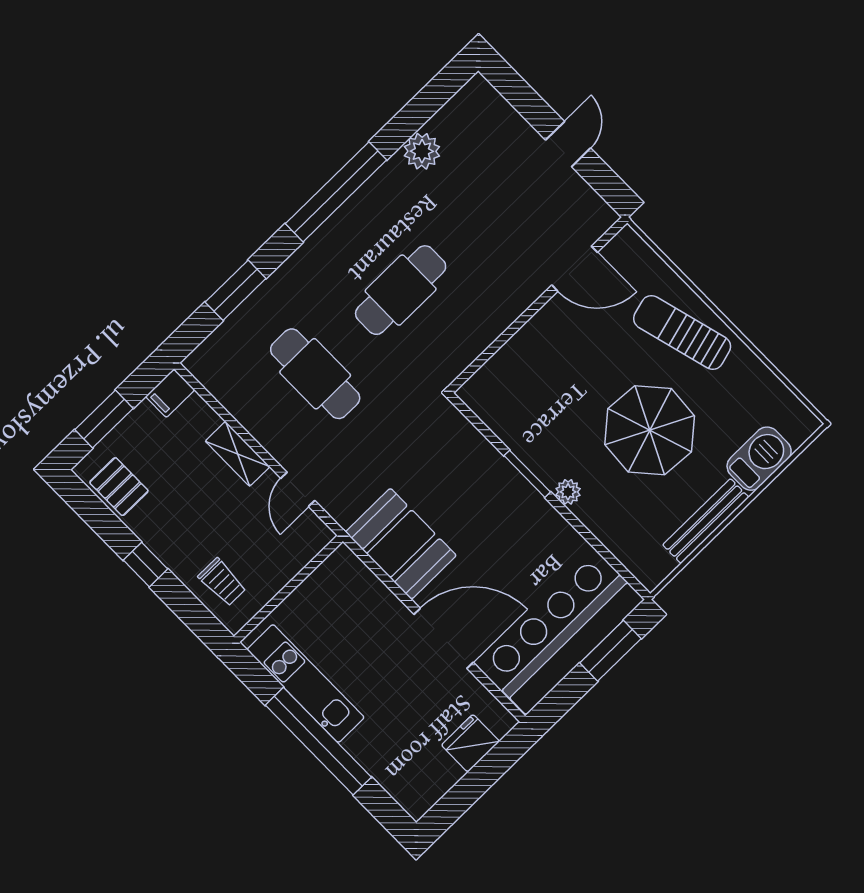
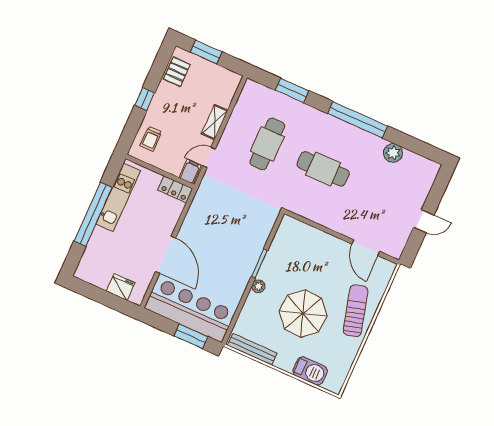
filing cabinet: (170, 393) -> (190, 172), moved, turned 90
bench: (706, 521) -> (252, 349), moved
booth: (401, 544) -> (202, 217), removed
locker: (332, 574) -> (175, 189), added

